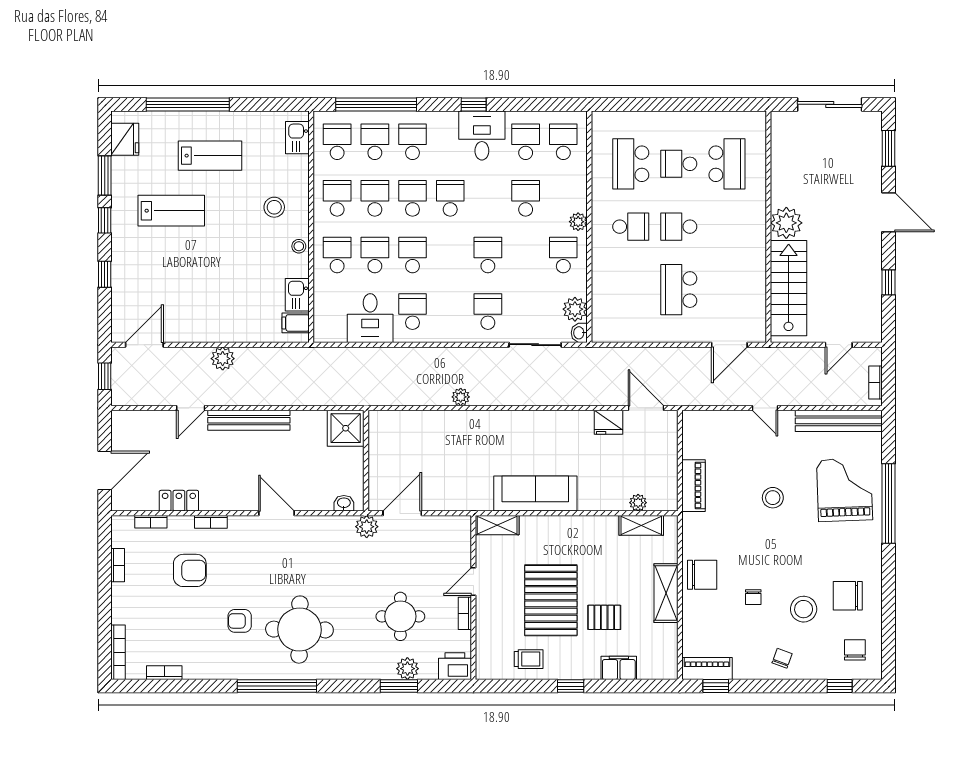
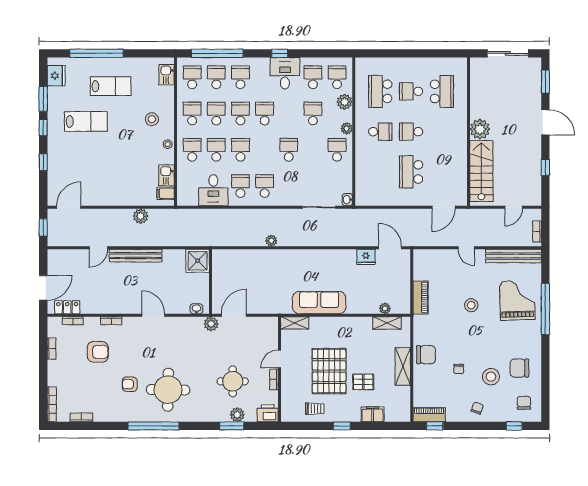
plant: (575, 309) -> (345, 102), moved
school desk: (488, 312) -> (265, 186), moved
plant: (223, 359) -> (141, 216), moved
locker: (179, 501) -> (67, 307), moved

